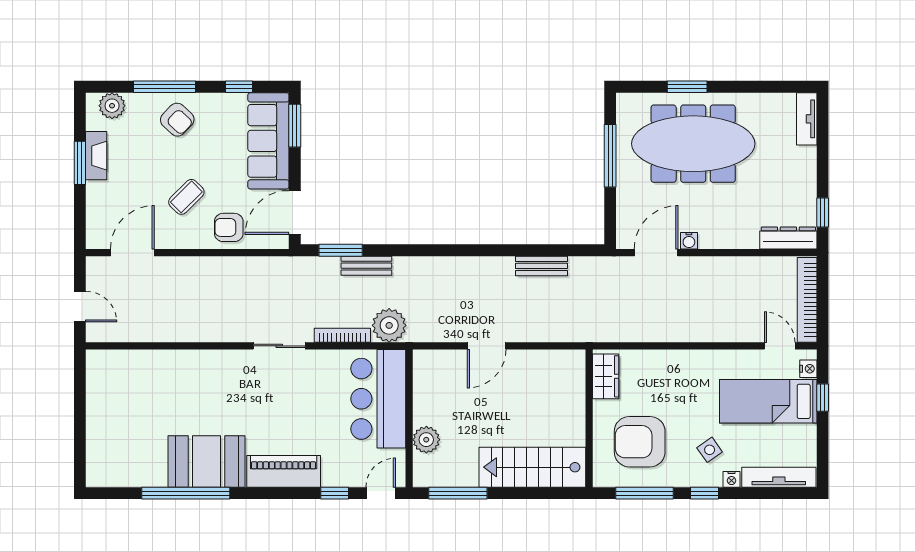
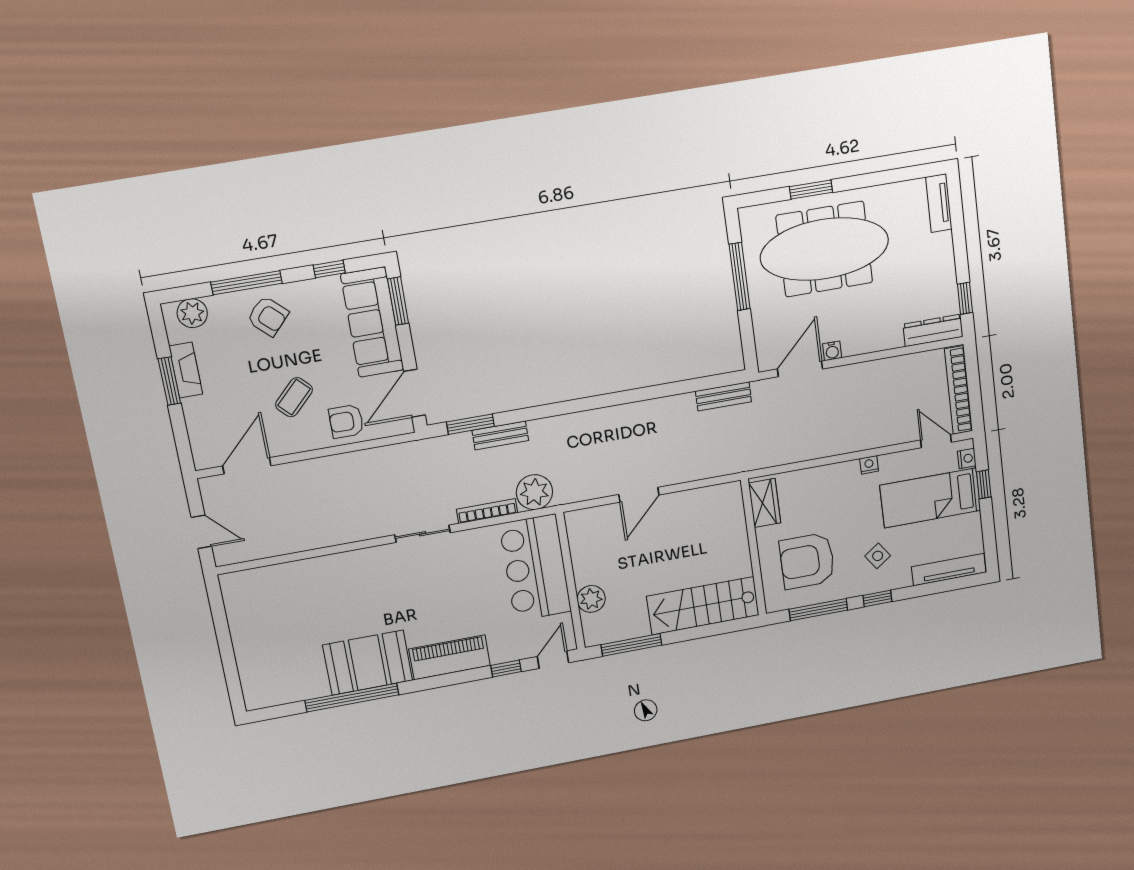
bench: (541, 266) -> (723, 396), moved
nightstand: (732, 479) -> (869, 465), moved, turned 180

